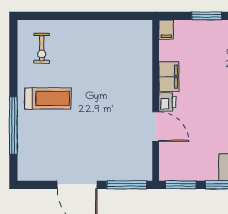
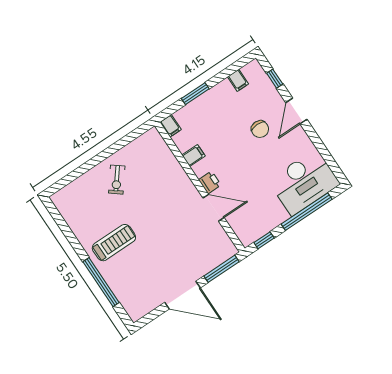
exercise bike: (42, 48) -> (117, 180), moved, turned 38
filing cabinet: (169, 77) -> (194, 156), width x0.50
window: (181, 185) -> (264, 240), width x0.67

